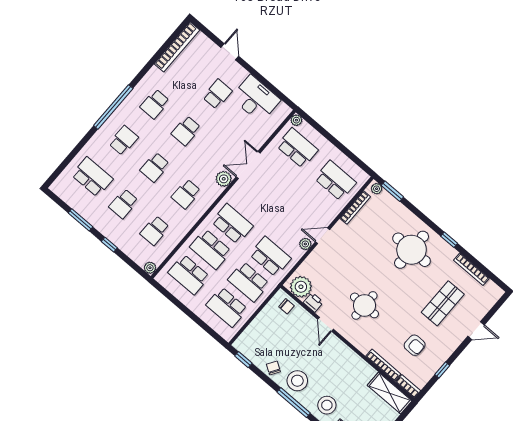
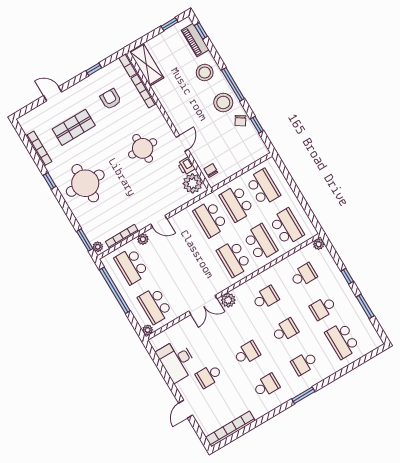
window: (113, 107) -> (303, 395), width x0.47
window: (344, 150) -> (115, 290), added
school desk: (123, 204) -> (323, 308), turned 180
plant: (305, 244) -> (143, 239), moved
school desk: (249, 282) -> (237, 203), turned 180
window: (243, 360) -> (257, 125), moved

